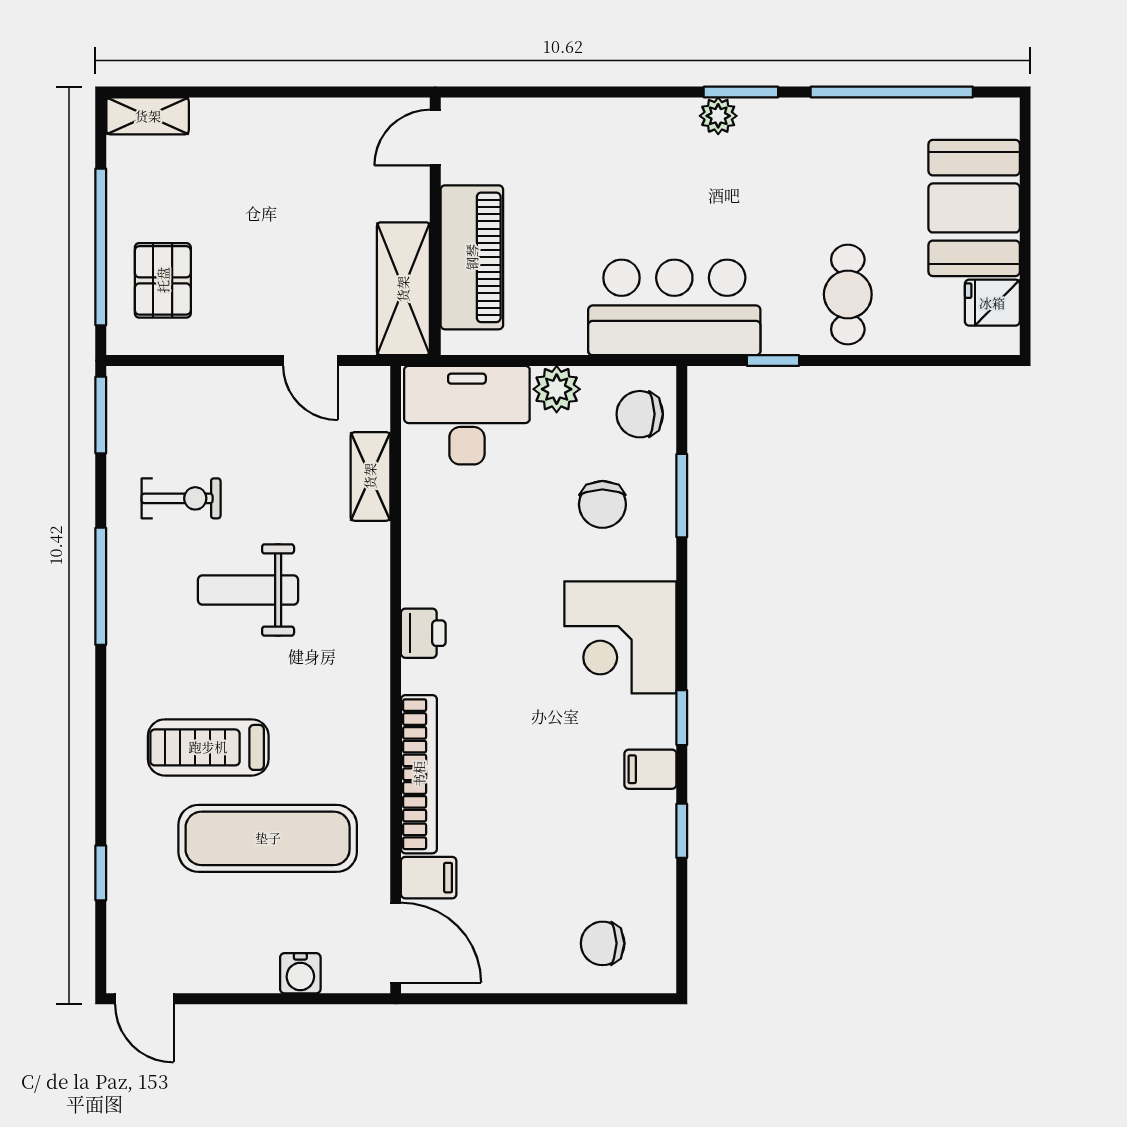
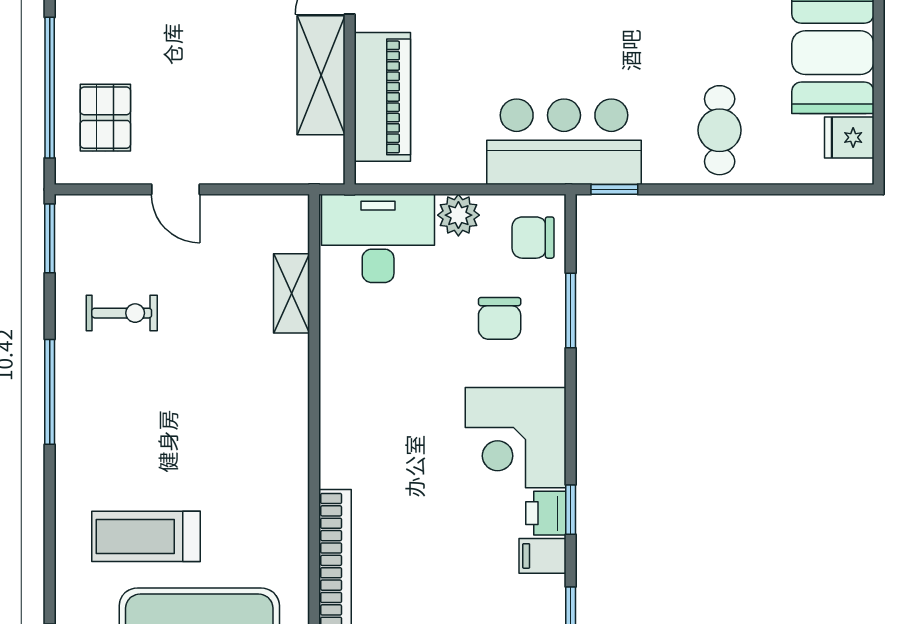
shelving: (403, 289) -> (321, 75), moved
door: (310, 361) -> (176, 189), moved
window: (773, 361) -> (614, 189), moved
weight bench: (248, 590) -> (182, 395), removed
printer: (423, 633) -> (546, 513), moved, turned 180

